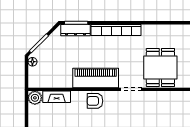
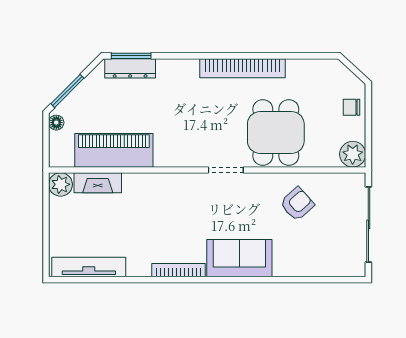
bookcase: (116, 30) -> (242, 68), moved
piano: (96, 78) -> (114, 150), moved
armchair: (95, 101) -> (297, 204), moved, turned 138

